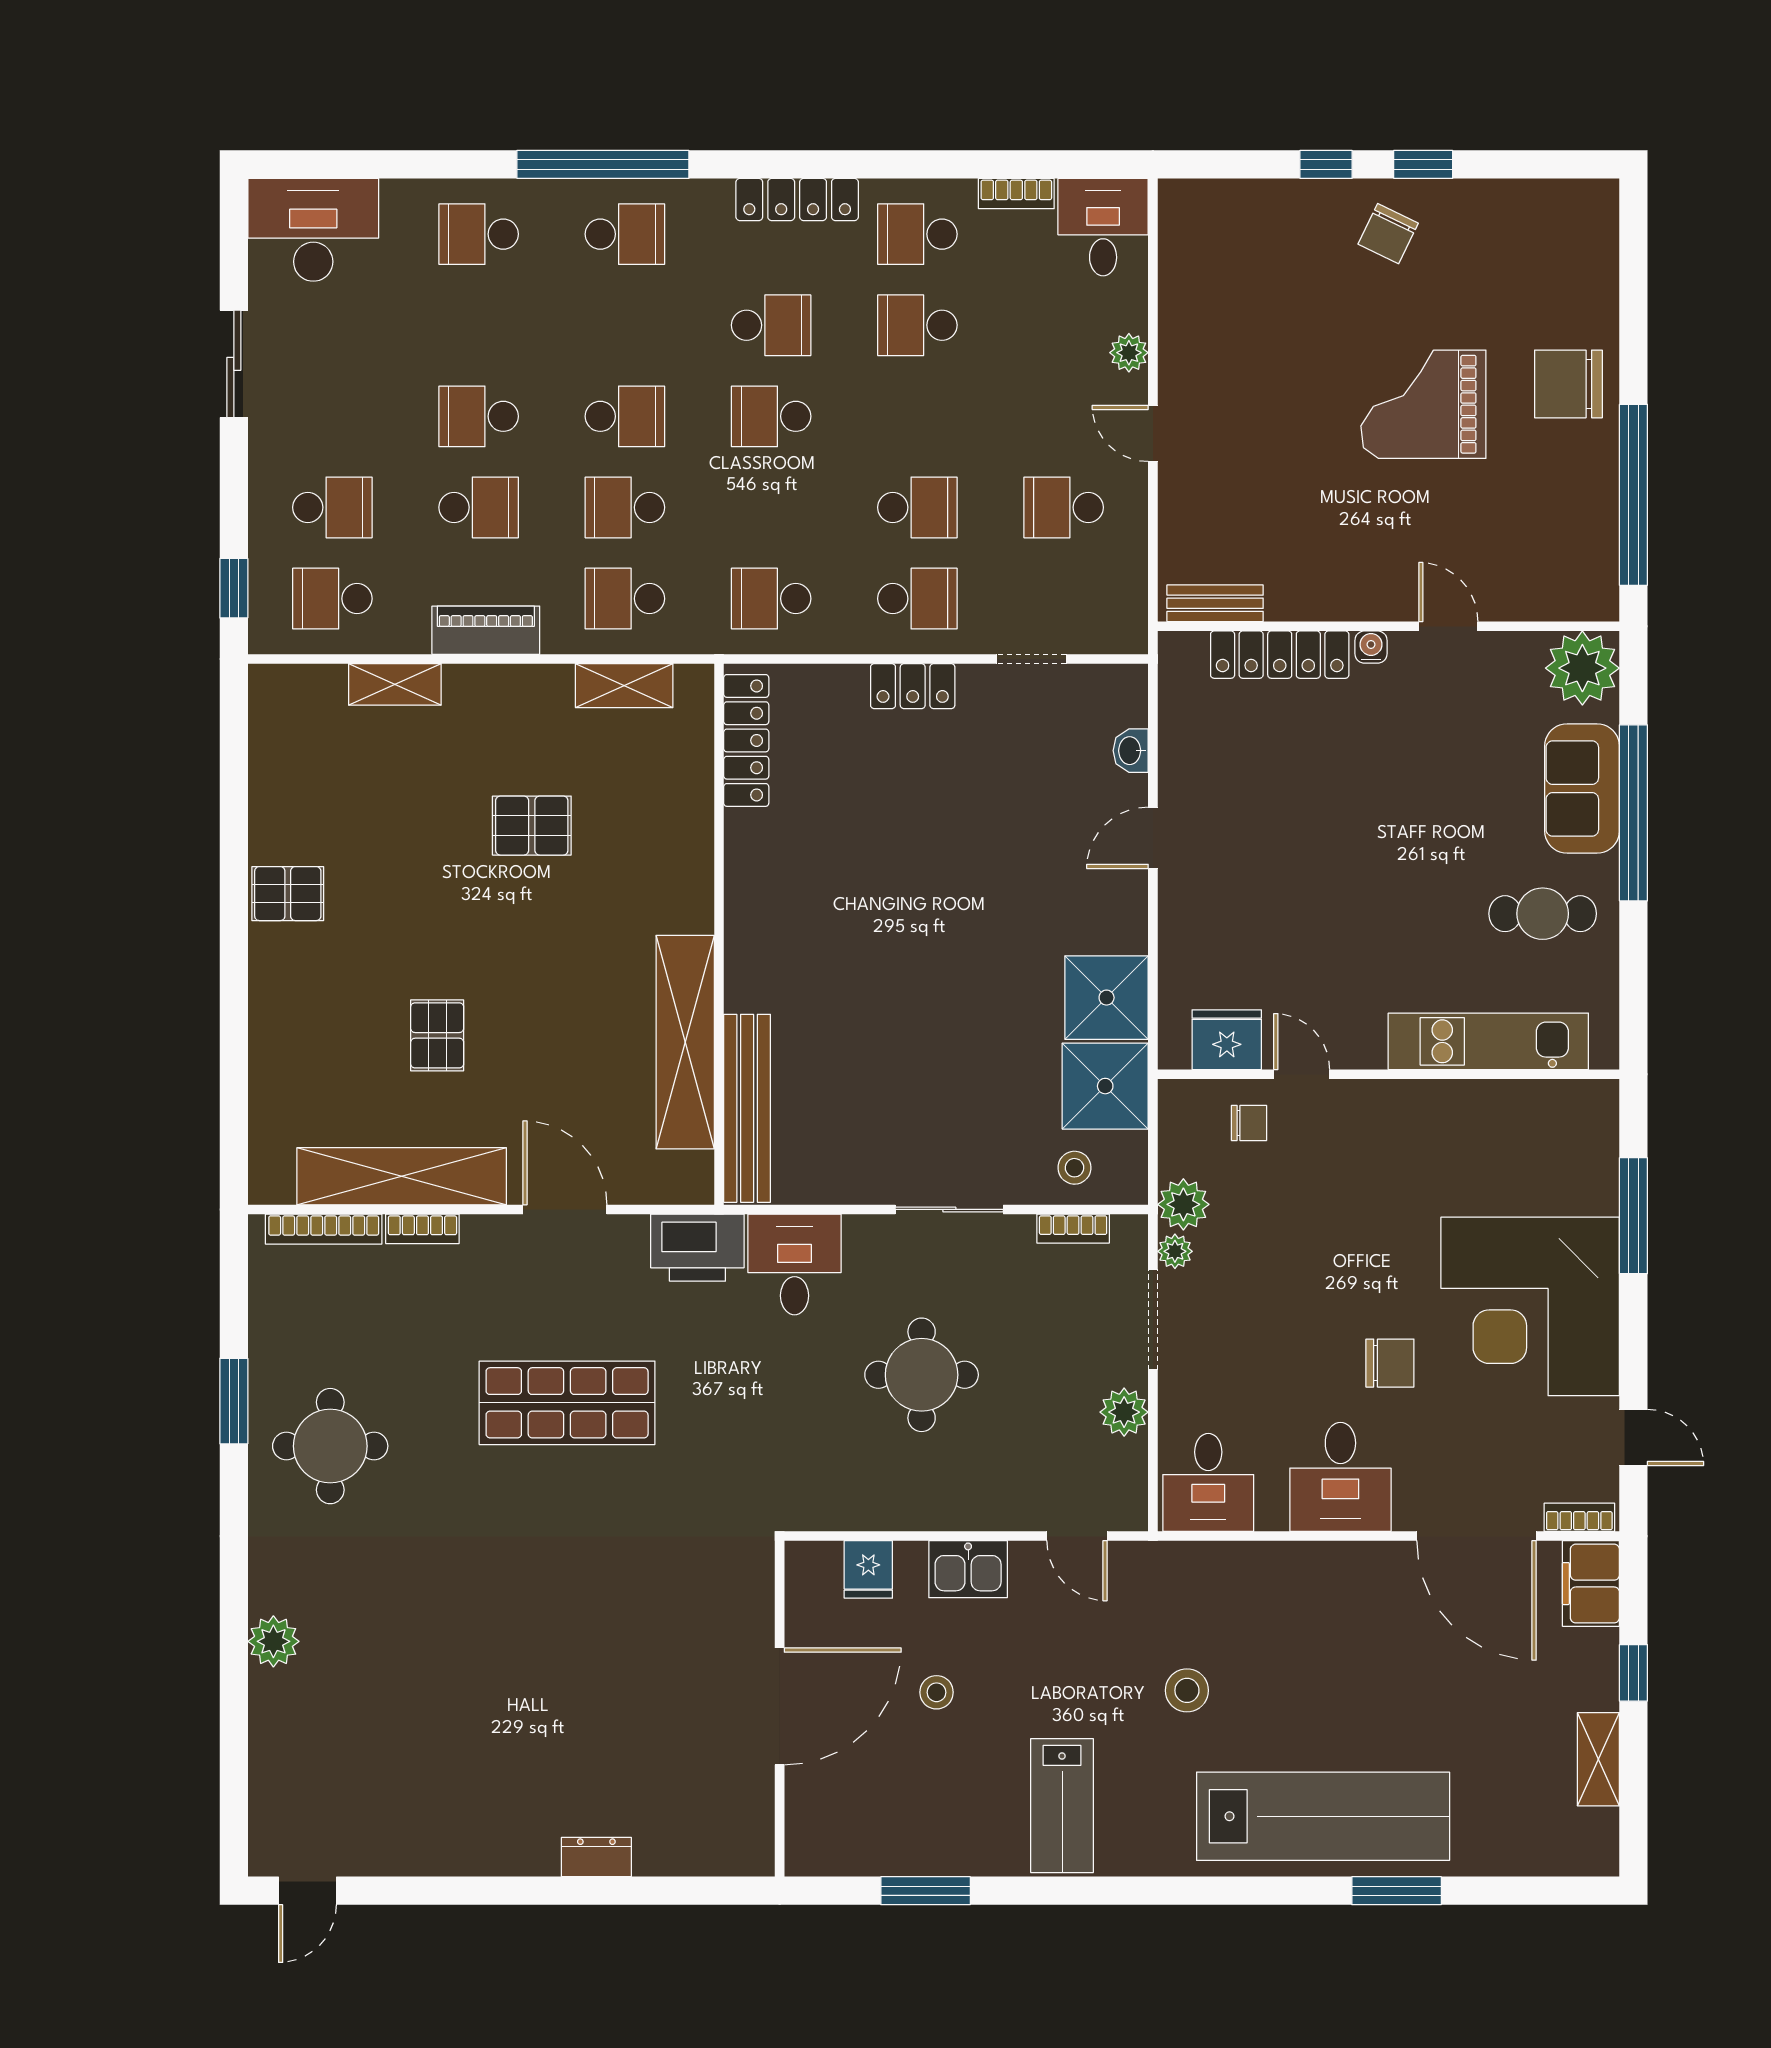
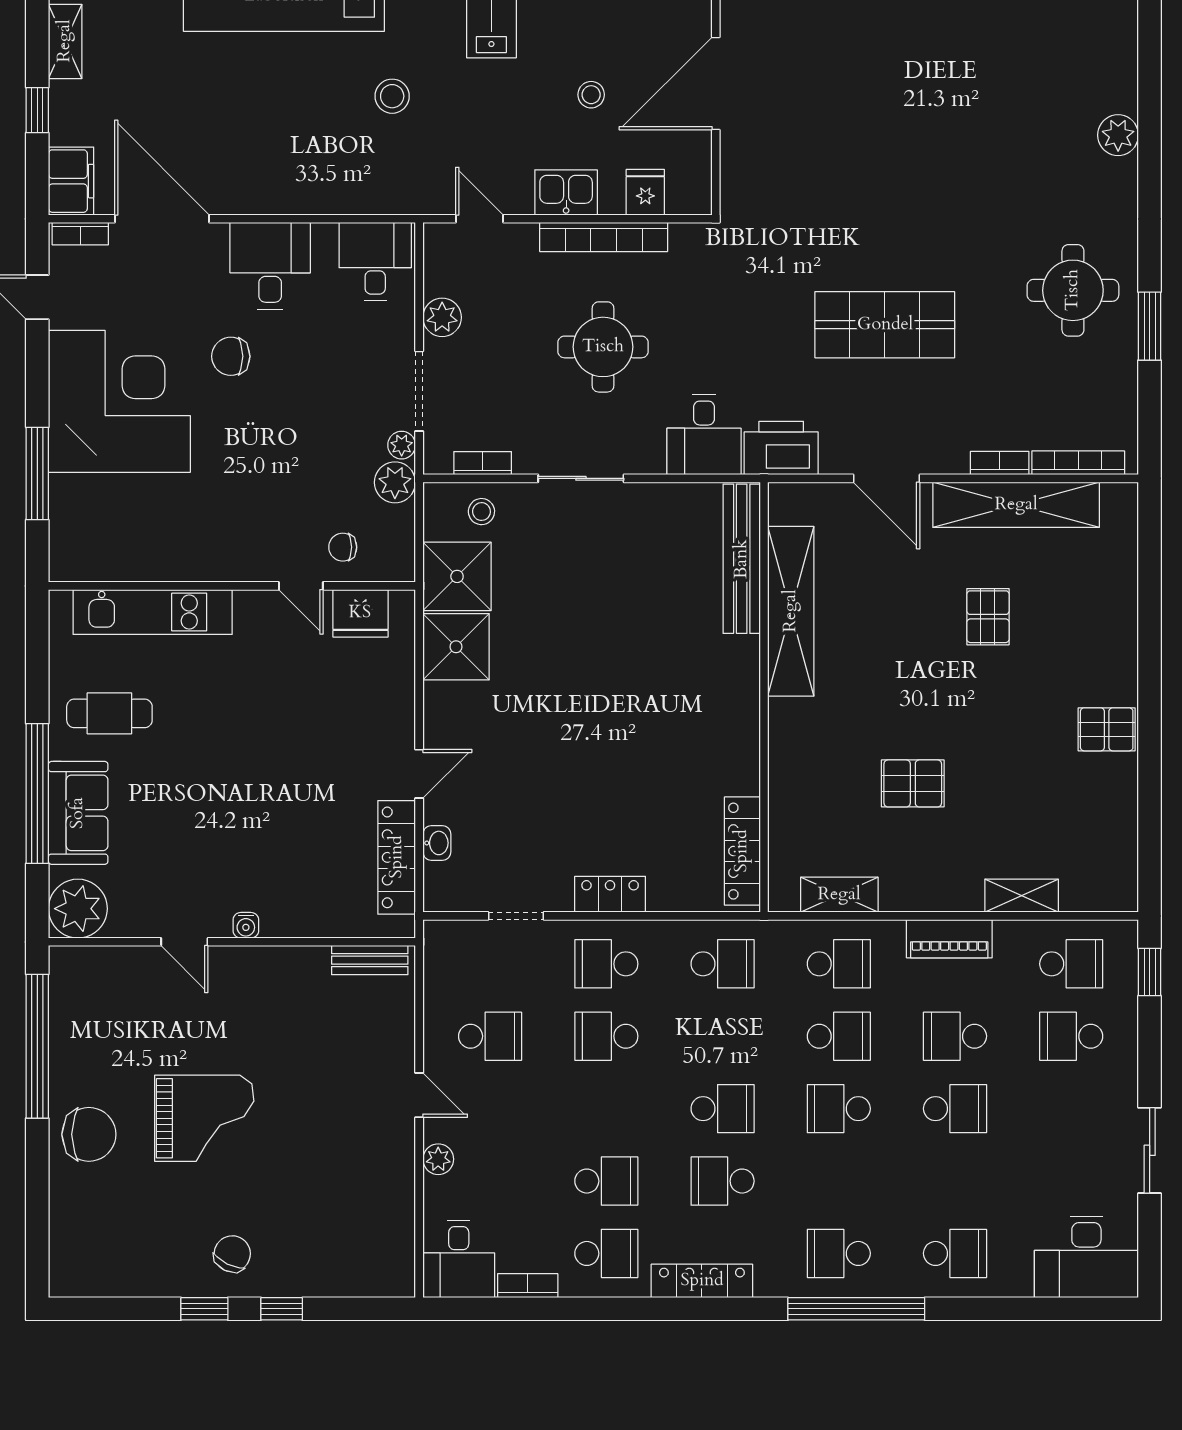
locker: (1280, 655) -> (397, 857), moved, turned -90
bookcase: (921, 1513) -> (604, 237), added

